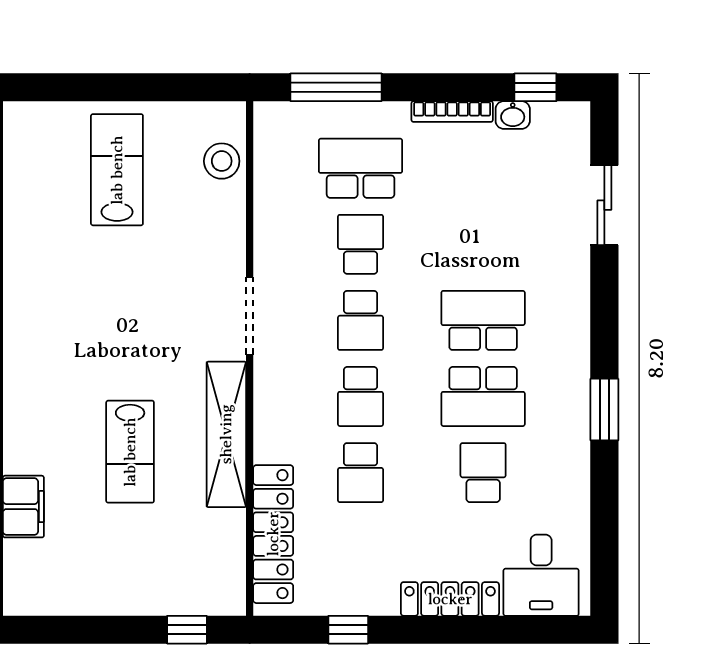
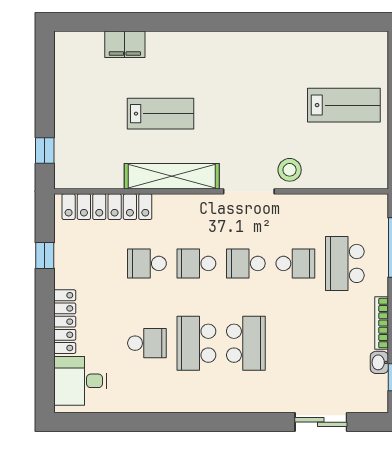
stool: (222, 161) -> (290, 170), moved
school desk: (361, 168) -> (345, 263), turned 180
window: (604, 410) -> (188, 422), removed
lab bench: (130, 452) -> (161, 114), turned 180

